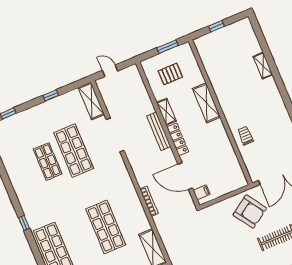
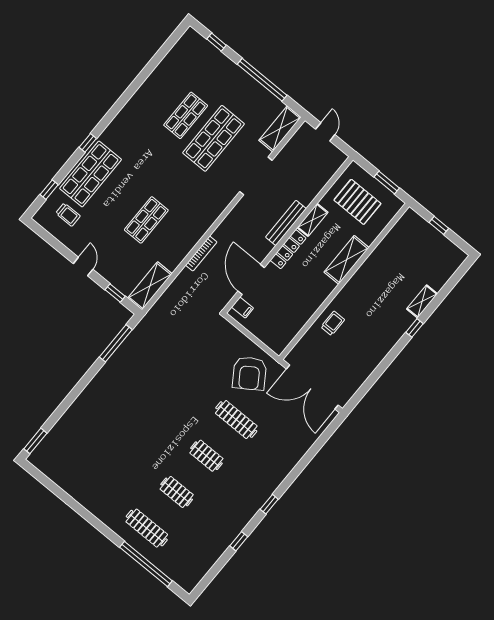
pallet: (170, 74) -> (357, 202), width x1.50, depth x1.42
window: (279, 81) -> (414, 328), added
window: (51, 95) -> (262, 80), width x3.17
window: (24, 223) -> (88, 143), moved
shop shelf: (106, 227) -> (146, 220), width x0.70, depth x0.74

